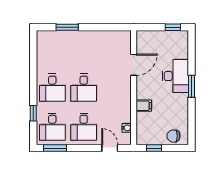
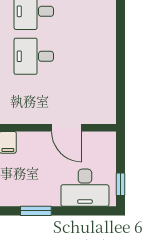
window: (67, 27) -> (121, 32), removed
desk: (175, 76) -> (85, 188), moved

